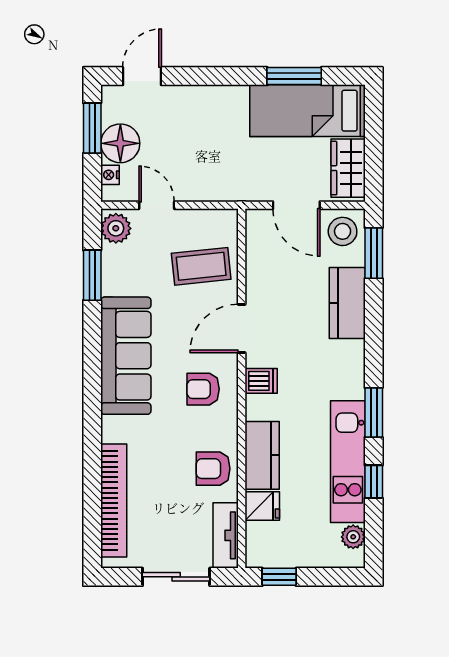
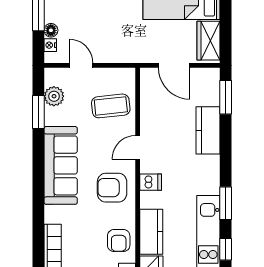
floor lamp: (120, 143) -> (51, 30), width x0.53, depth x0.53
plant: (116, 228) -> (54, 96), moved
stool: (343, 231) -> (205, 83), removed
door: (242, 328) -> (138, 147), width x0.73
armchair: (203, 389) -> (112, 188), width x1.38, depth x1.38
armchair: (213, 469) -> (119, 241), turned -90

